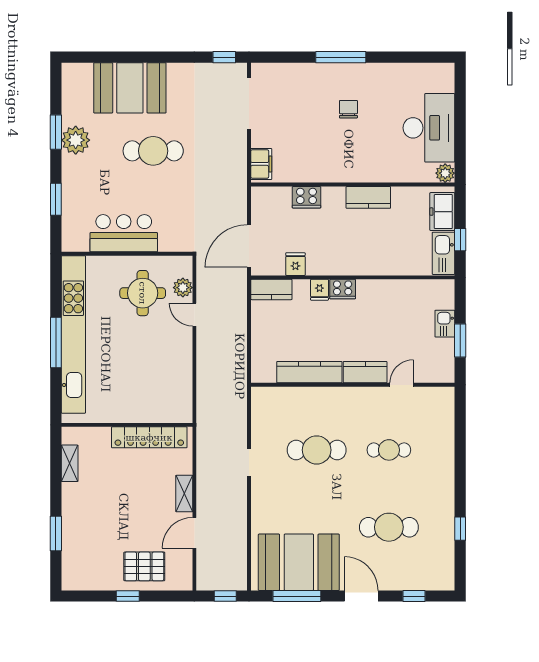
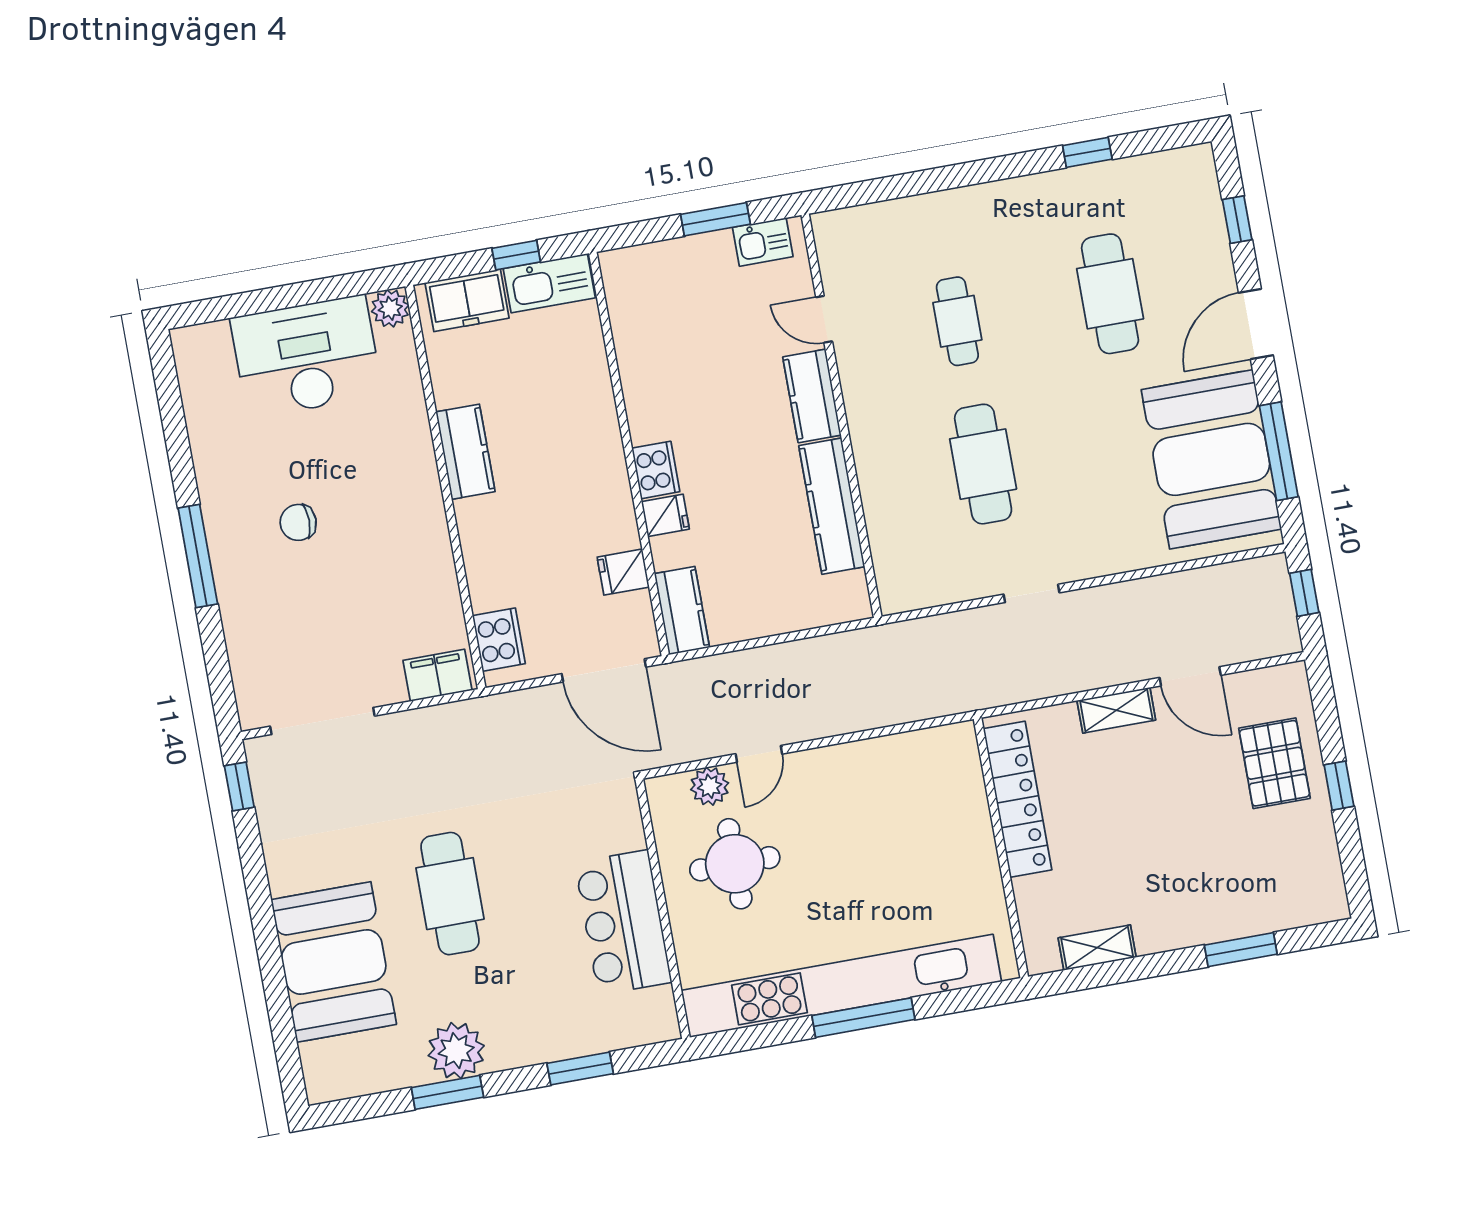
cooker: (306, 197) -> (499, 640), moved
kitchen sink: (445, 324) -> (763, 242), moved

